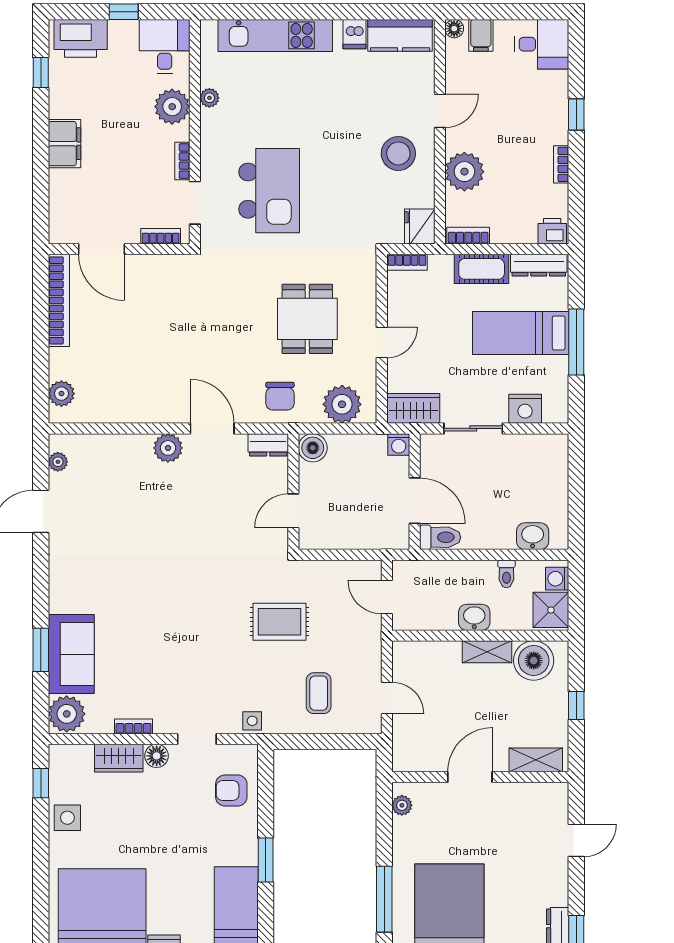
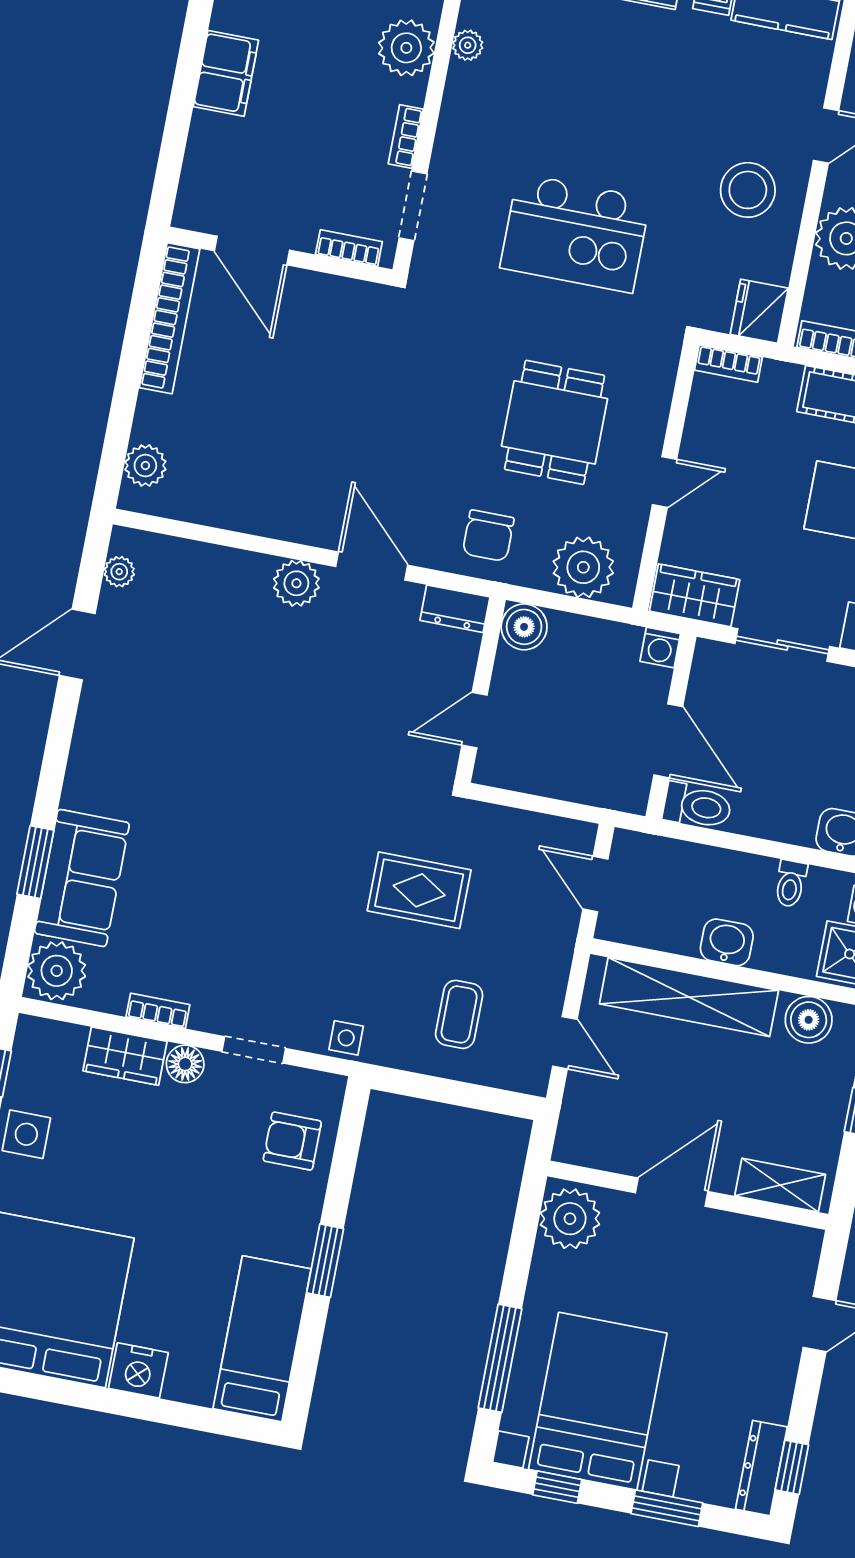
kitchen island: (269, 191) -> (575, 233), moved, turned 90
shelving: (487, 652) -> (689, 997), width x2.20, depth x1.33
boiler: (534, 661) -> (809, 1020), width x0.73, depth x0.73
plant: (402, 805) -> (570, 1219), width x1.87, depth x1.87

